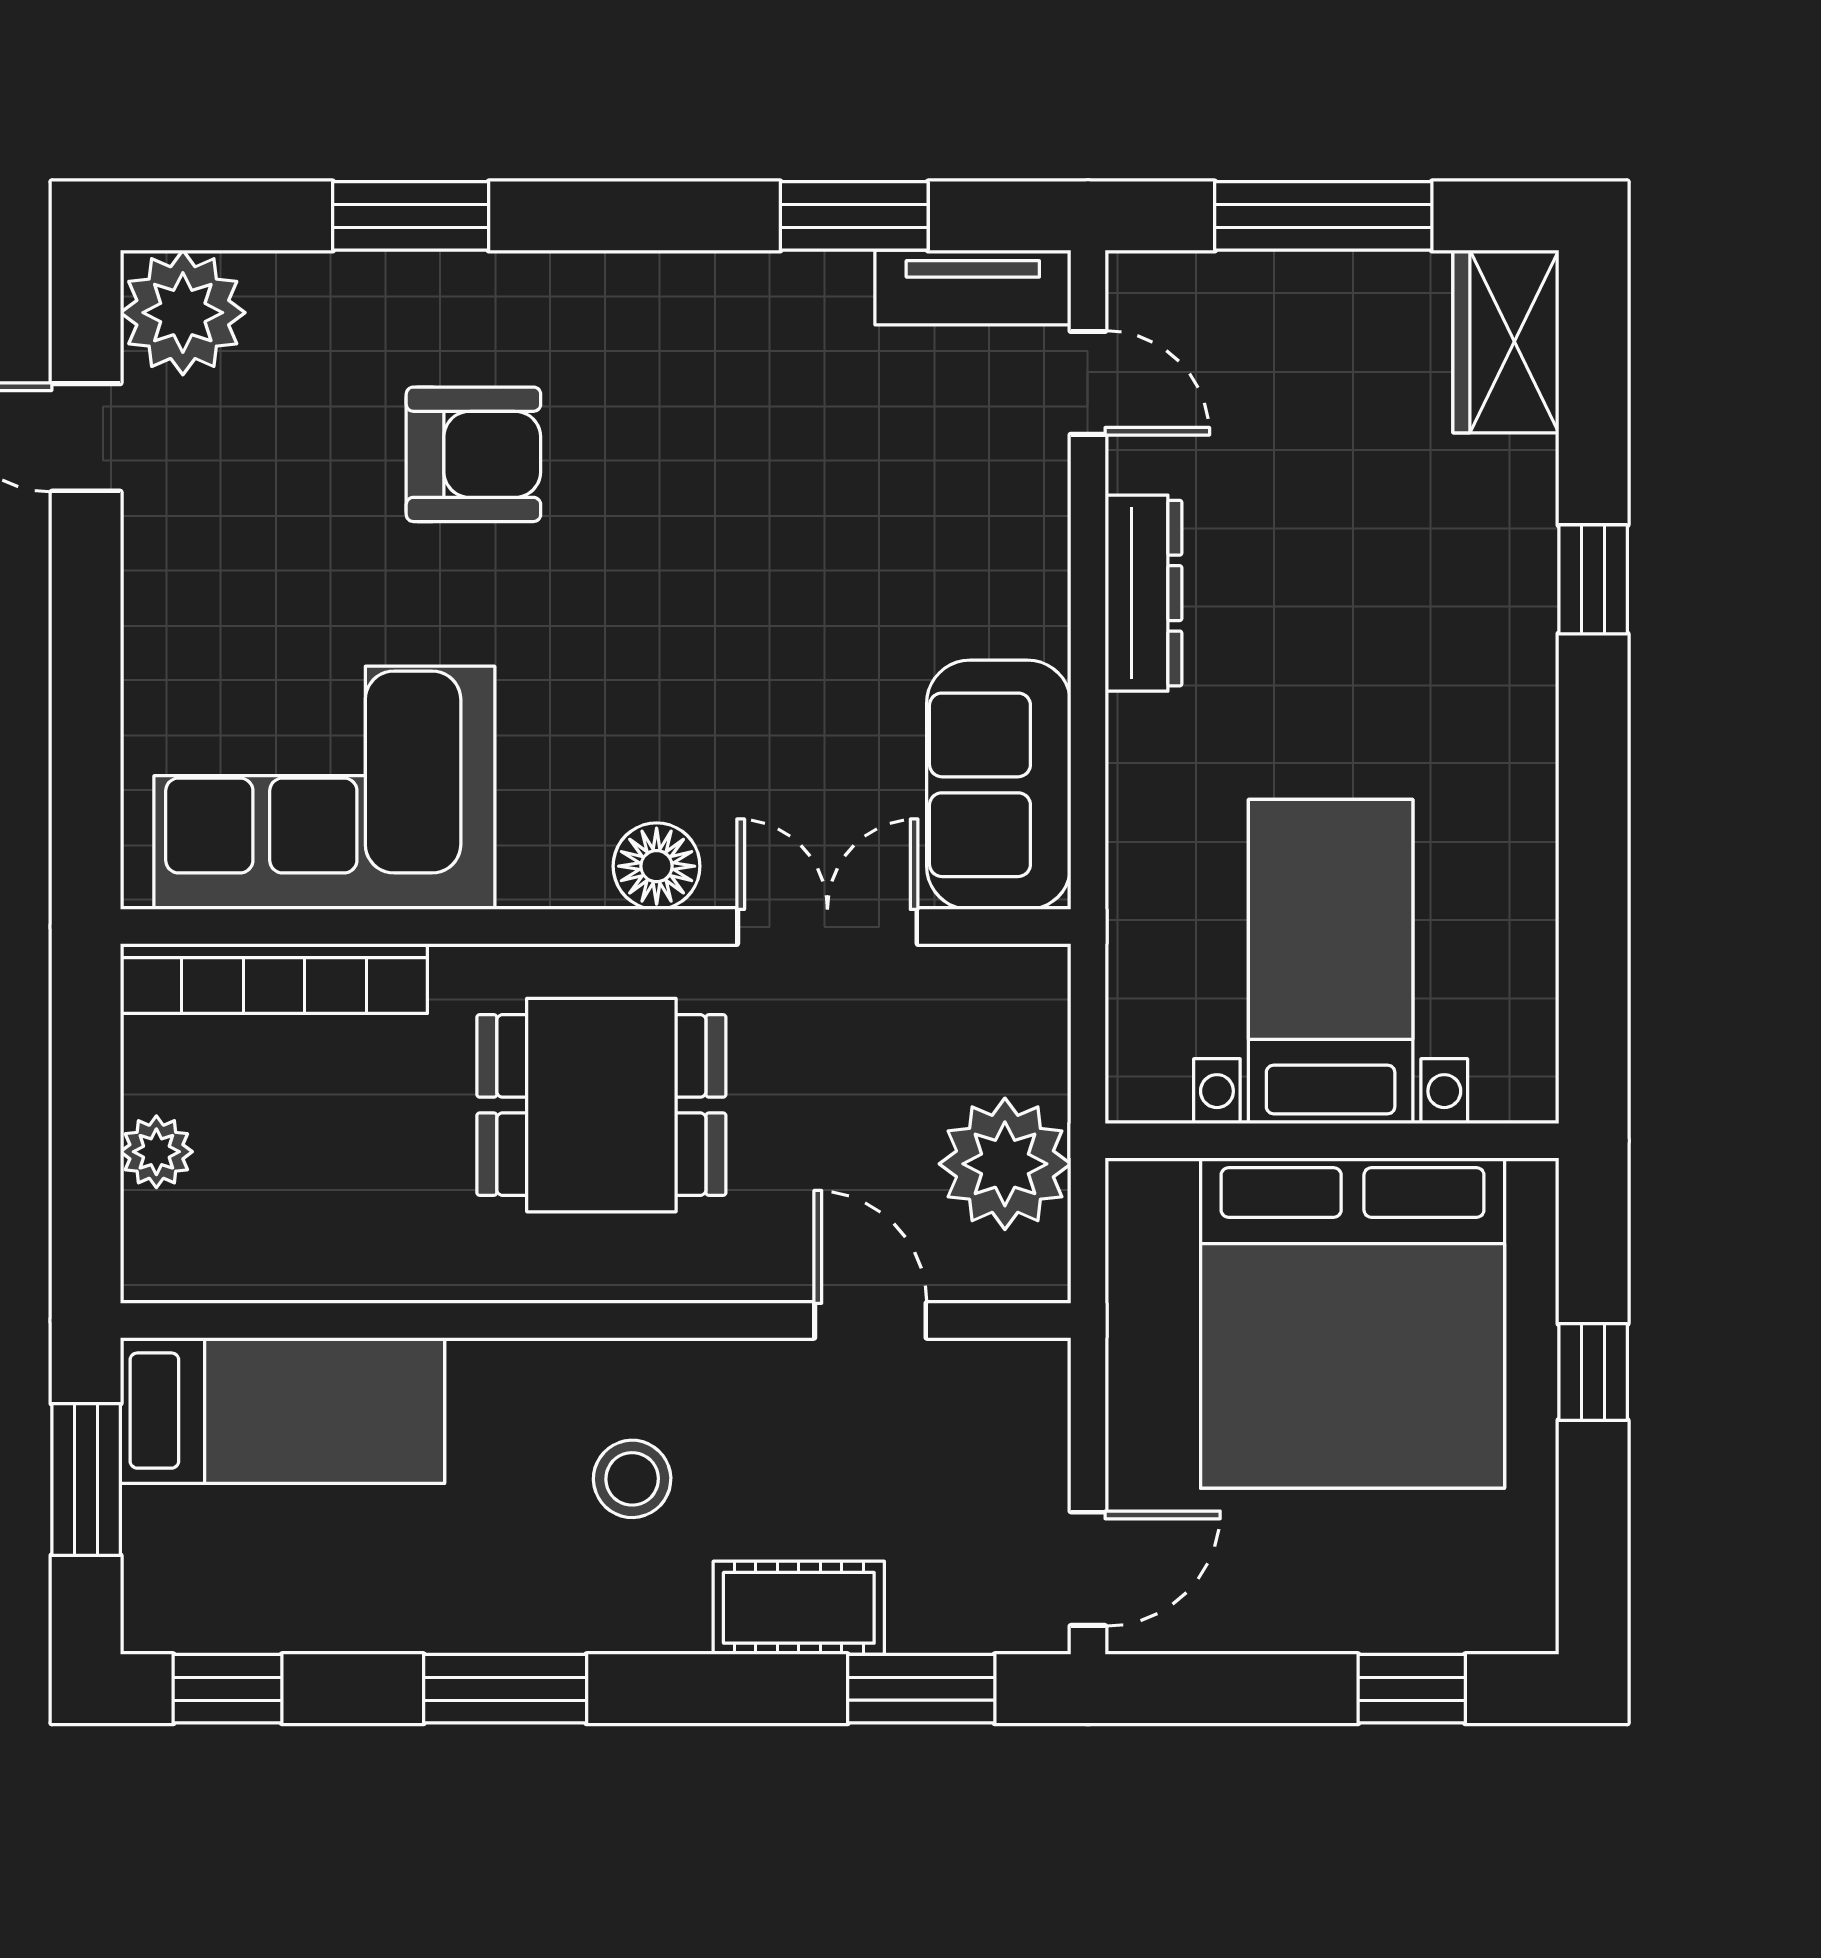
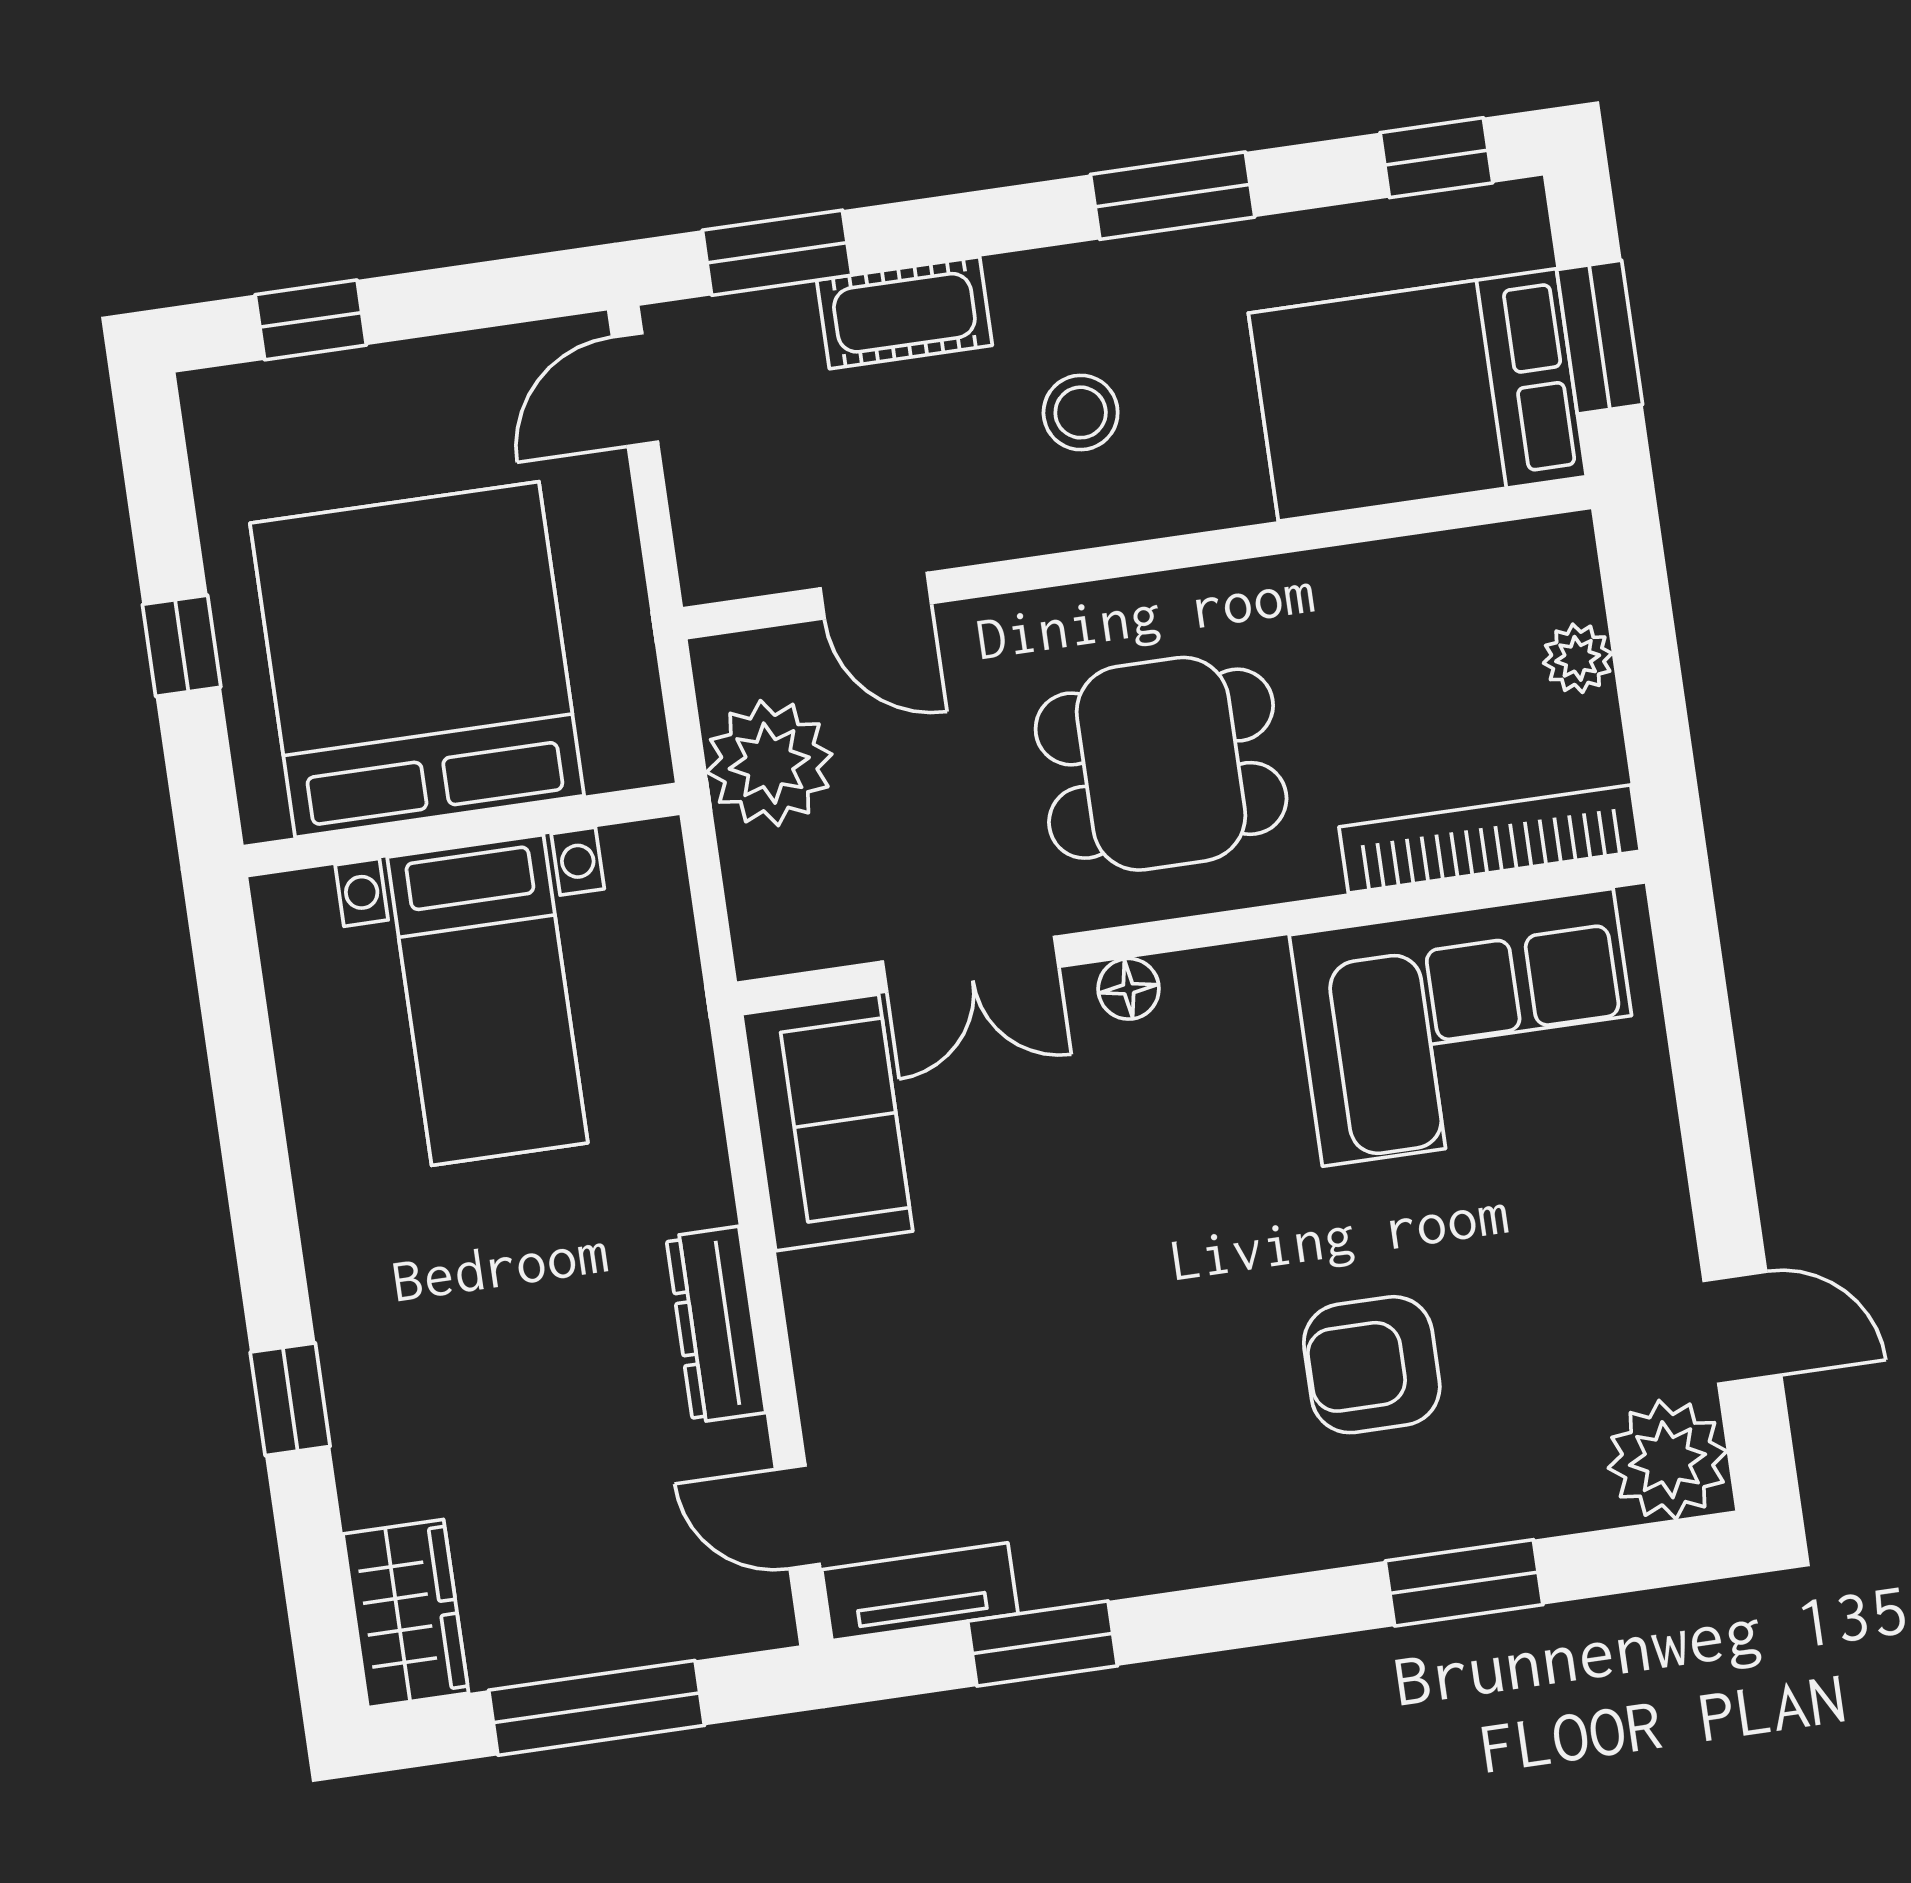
floor lamp: (657, 866) -> (1129, 989), width x0.73, depth x0.73
bed: (282, 1411) -> (1417, 395), width x1.50

